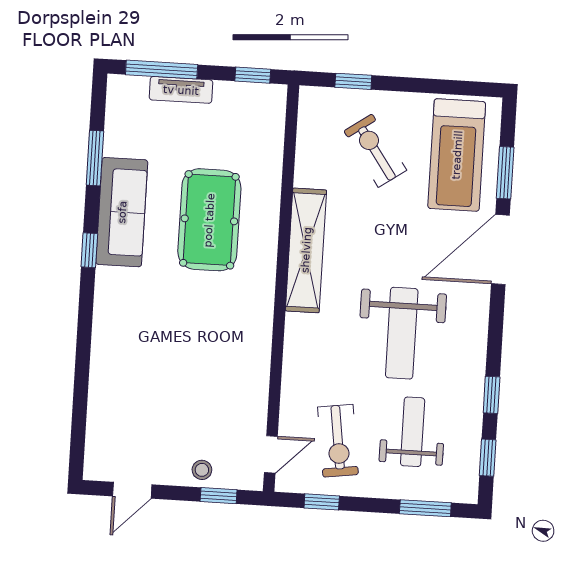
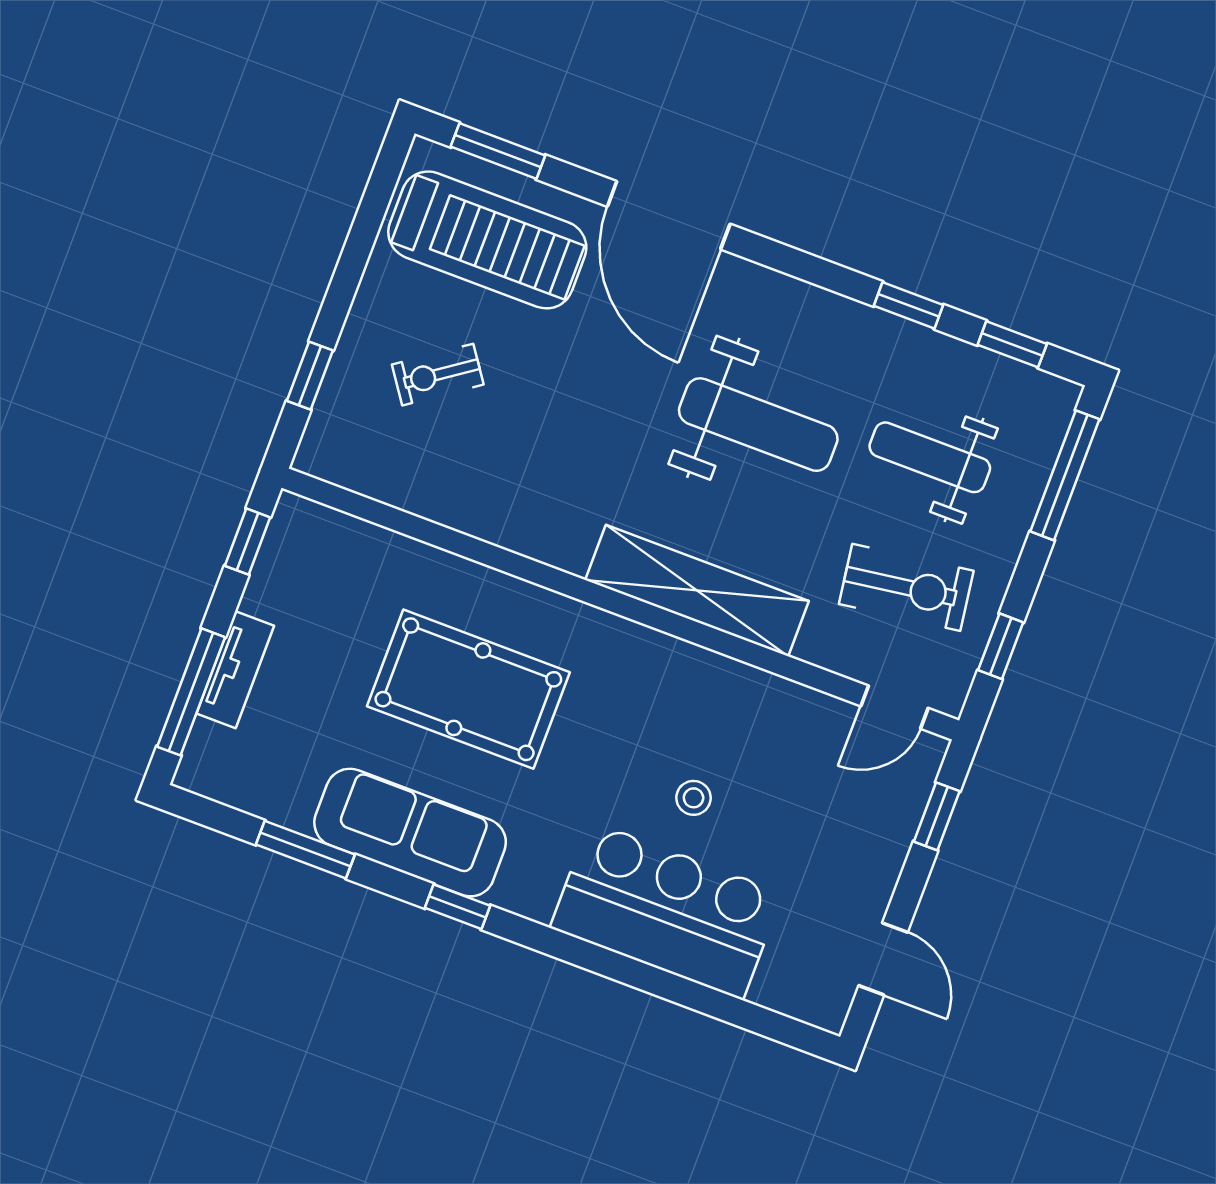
exercise bike: (375, 151) -> (438, 375), width x0.73, depth x0.72
window: (505, 173) -> (498, 151), moved
shelving: (306, 250) -> (697, 591), moved
bar counter: (122, 364) -> (666, 910), added
door: (271, 454) -> (894, 707), swing flipped
stool: (202, 470) -> (694, 798), moved
window: (425, 508) -> (1065, 475), width x1.44

